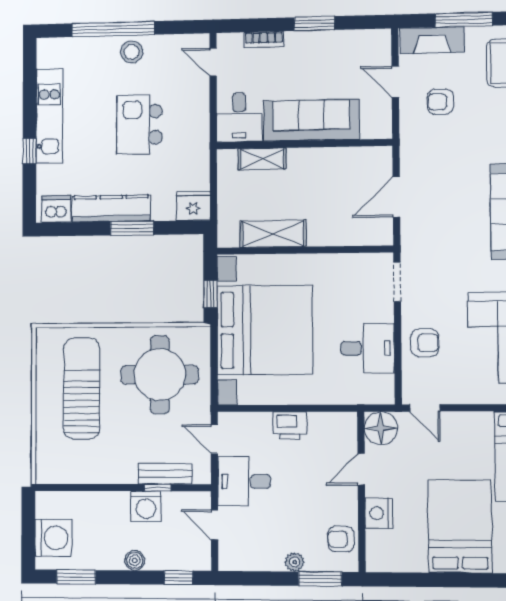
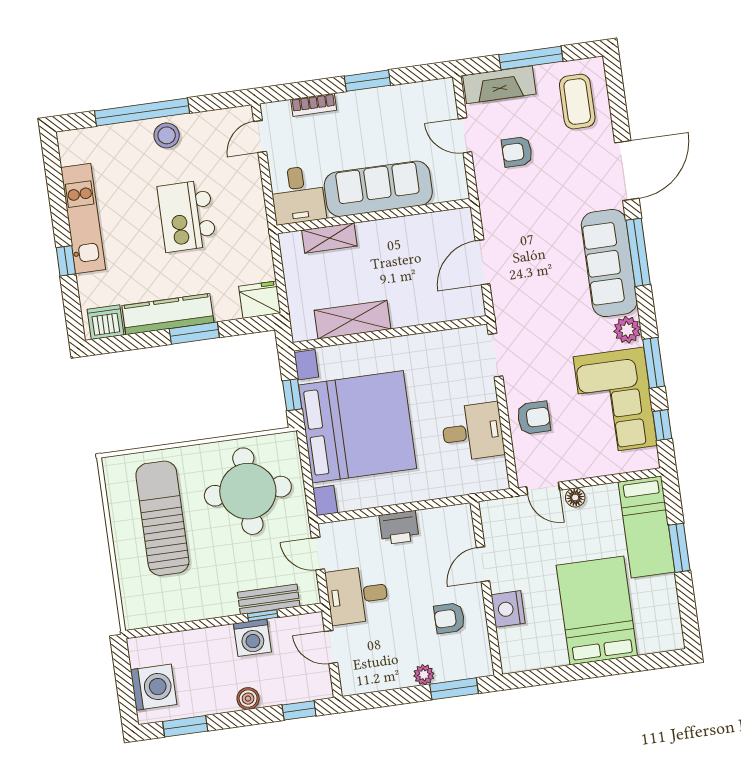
door: (213, 62) -> (260, 136), hinge flipped
floor lamp: (381, 428) -> (575, 498), moved, width x0.53, depth x0.53
armchair: (341, 539) -> (449, 618), moved

